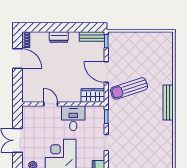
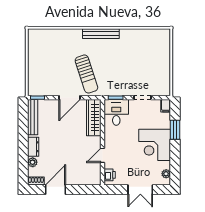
plant: (44, 36) -> (33, 162), added
bench: (92, 36) -> (33, 117), width x1.36
wardrobe: (93, 96) -> (94, 118), width x1.50
printer: (32, 111) -> (110, 175), added
desk: (73, 118) -> (116, 112), moved, turned 90

